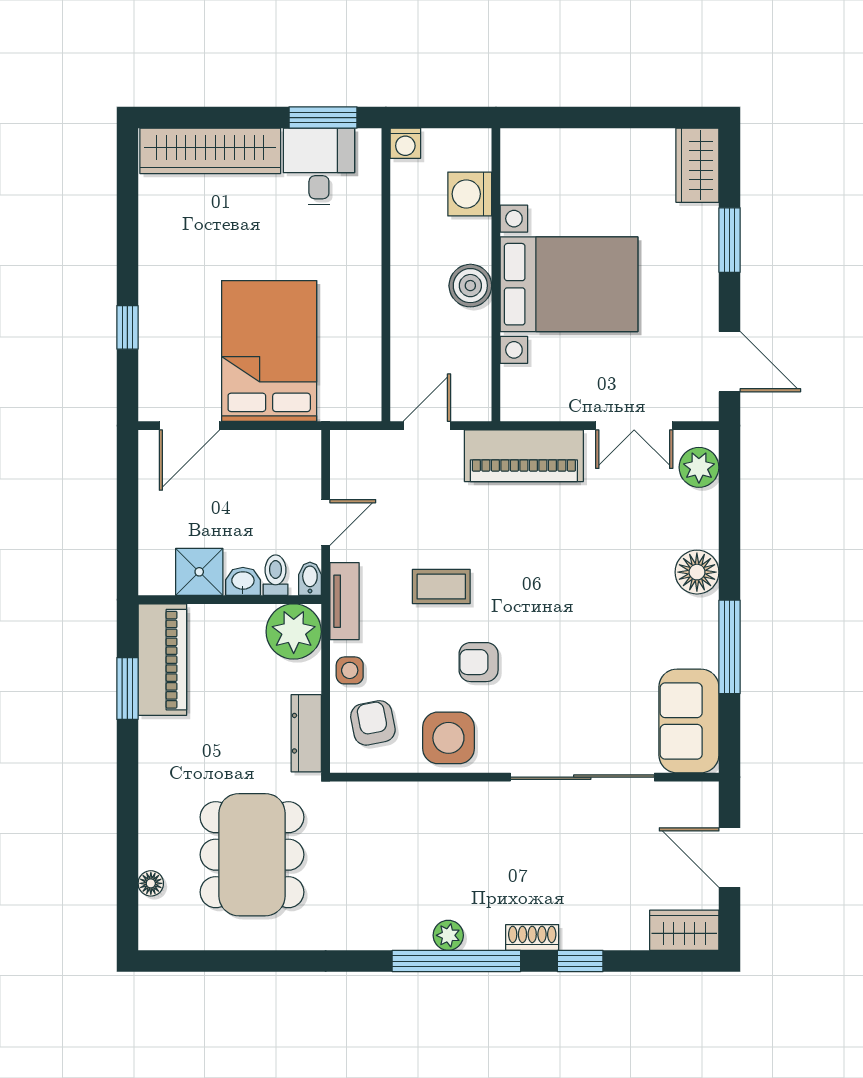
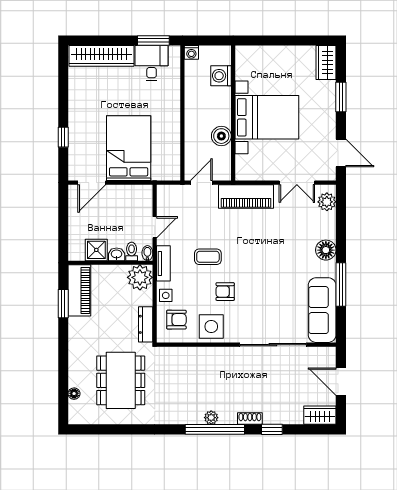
boiler: (470, 286) -> (221, 136), moved
sofa: (689, 721) -> (322, 310), width x1.36
armchair: (373, 723) -> (176, 320), turned 101

